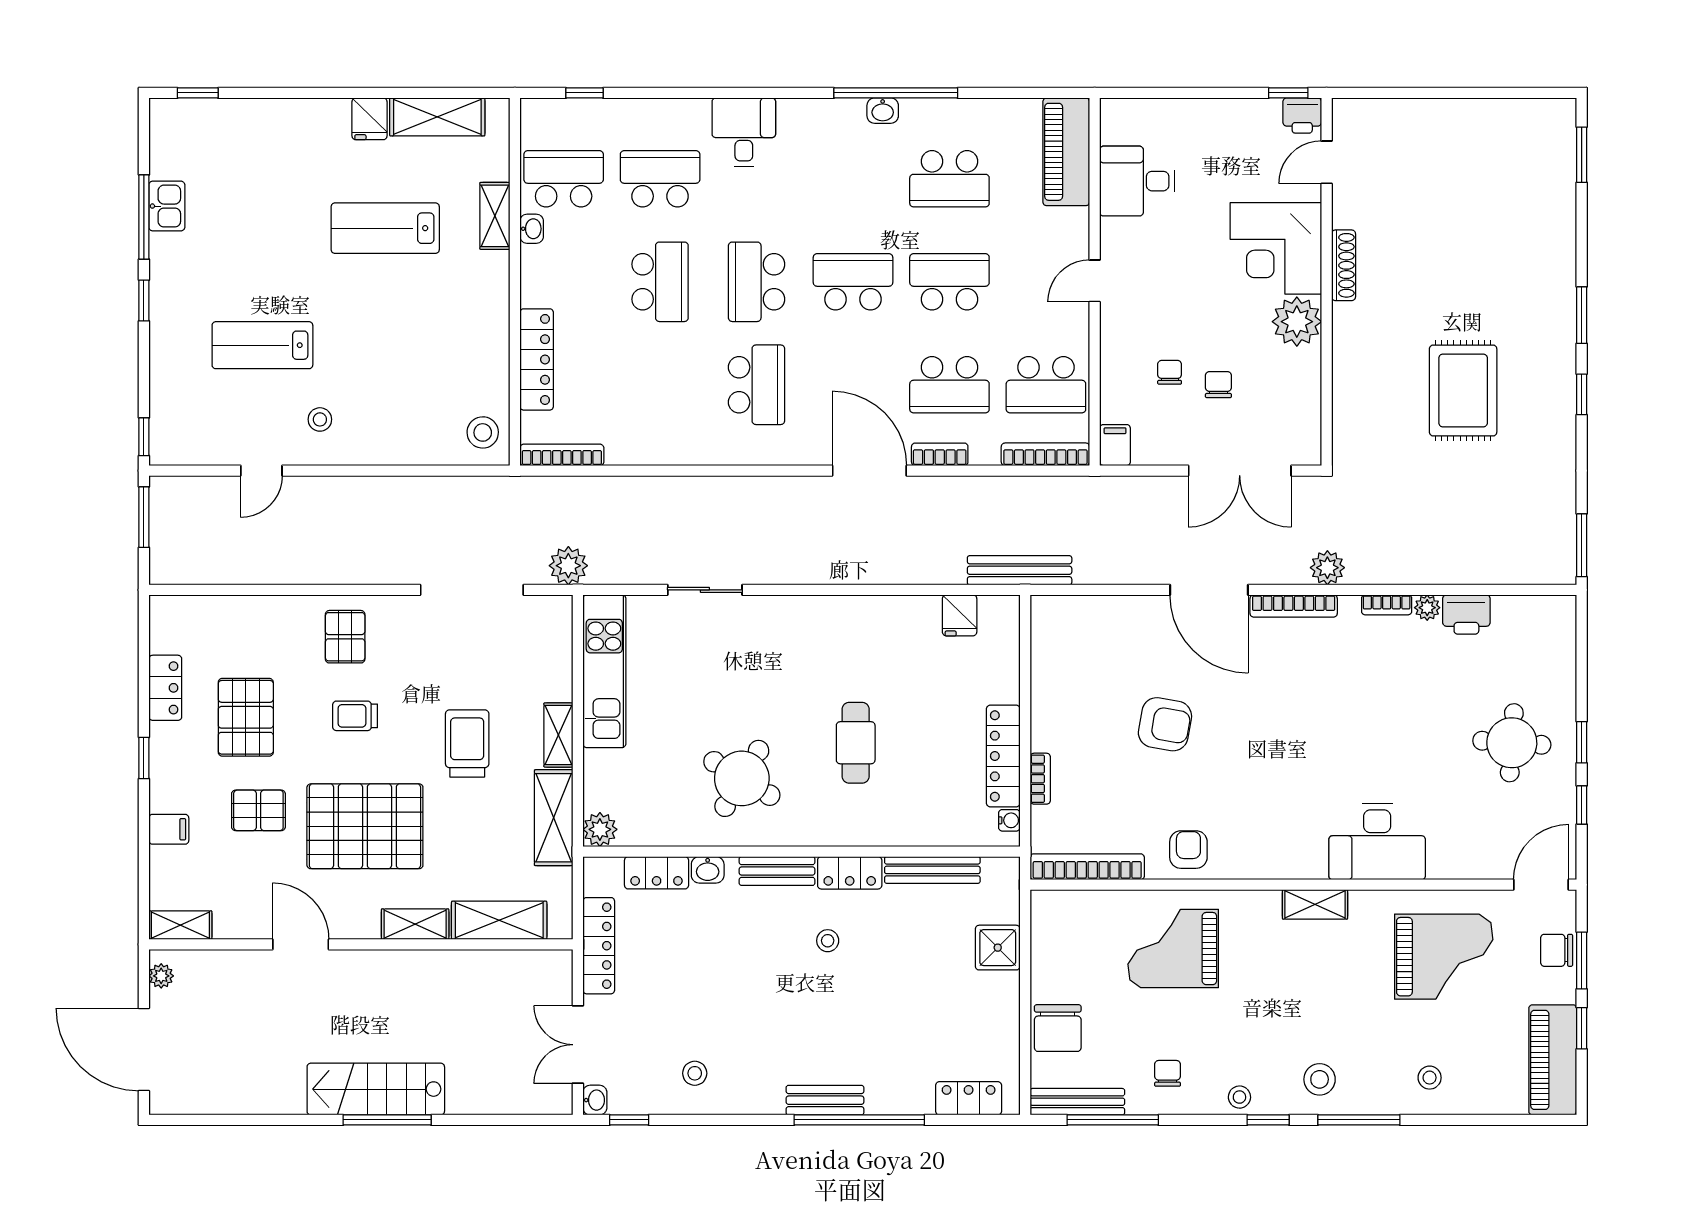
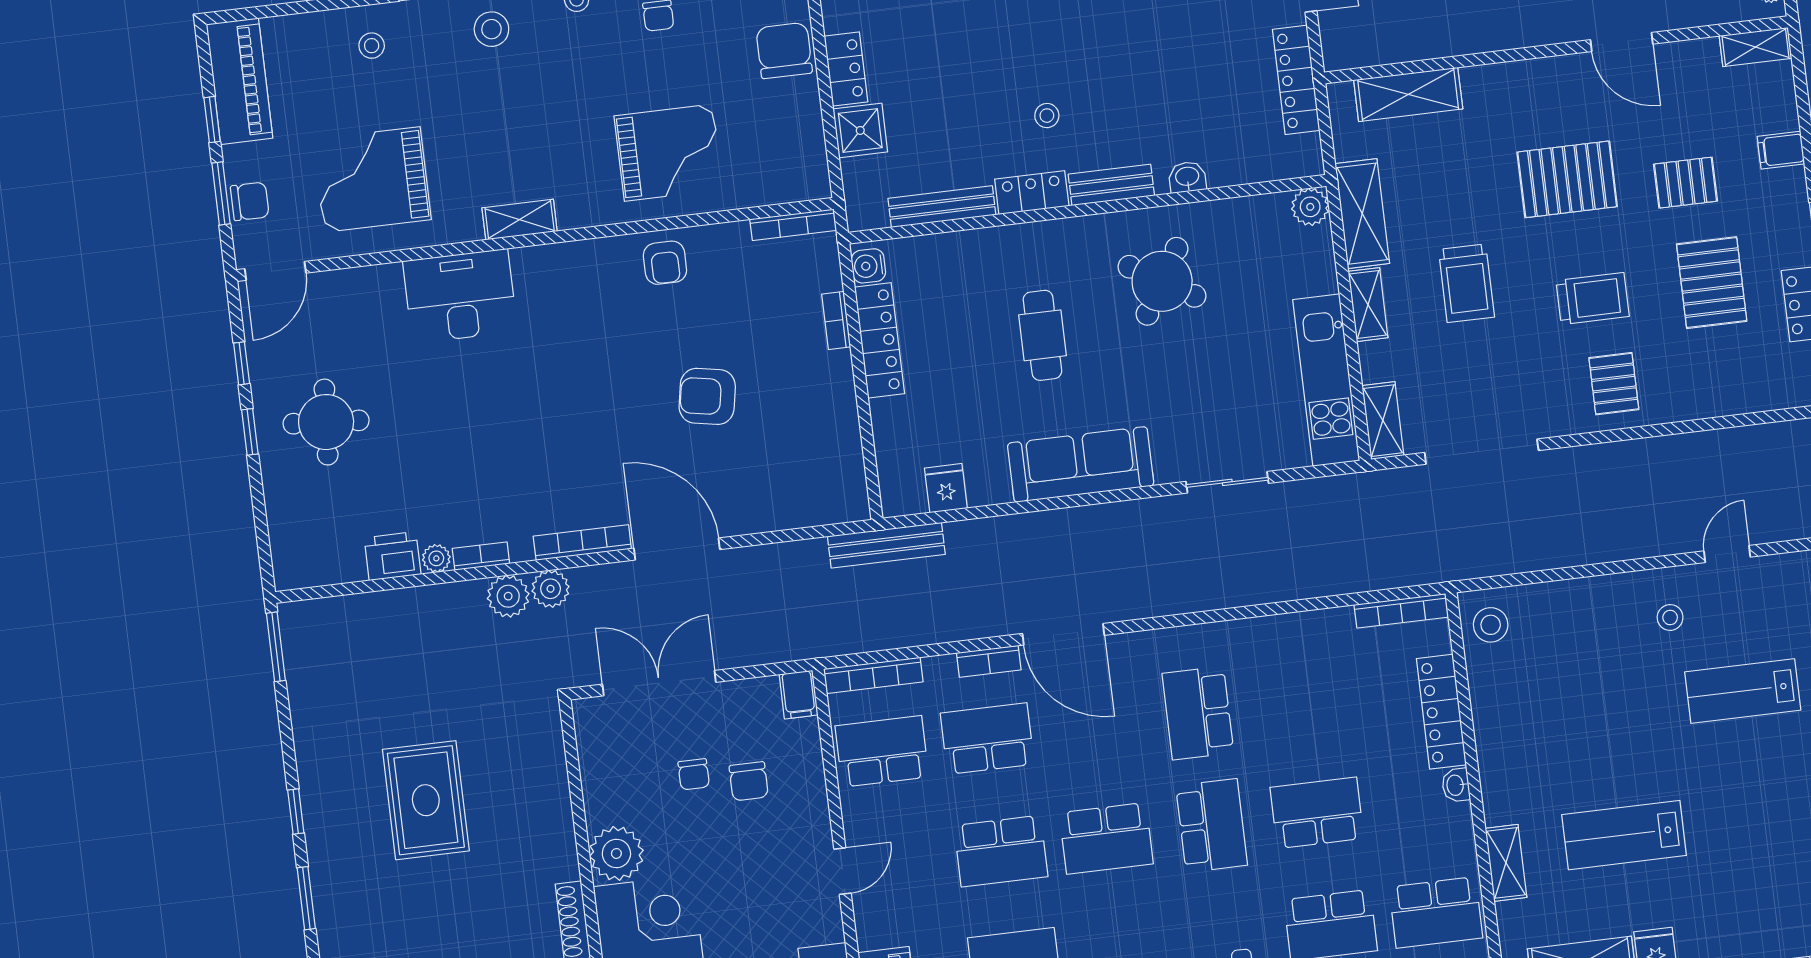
lab bench: (385, 228) -> (1624, 835), turned 180
washbasin: (532, 229) -> (1456, 785), moved
school desk: (660, 282) -> (1317, 813), turned 90
lab bench: (262, 345) -> (1743, 691), turned 180
chair: (1170, 372) -> (749, 781), width x1.37, depth x1.37
plant: (568, 566) -> (508, 596), moved
sofa: (835, 622) -> (1081, 464), added
trolley: (355, 716) -> (1592, 299), width x1.36, depth x1.39
water cooler: (1009, 820) -> (868, 266), width x1.38, depth x1.38
pallet: (365, 826) -> (1567, 179), width x0.73, depth x0.71
bookcase: (1087, 867) -> (793, 225), width x0.68, depth x0.76
locker: (657, 873) -> (846, 69), moved, turned 90
shelving: (415, 924) -> (1383, 421), moved, turned 90

